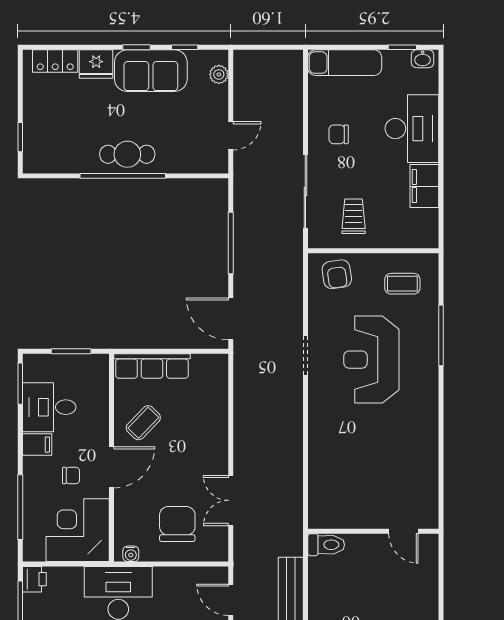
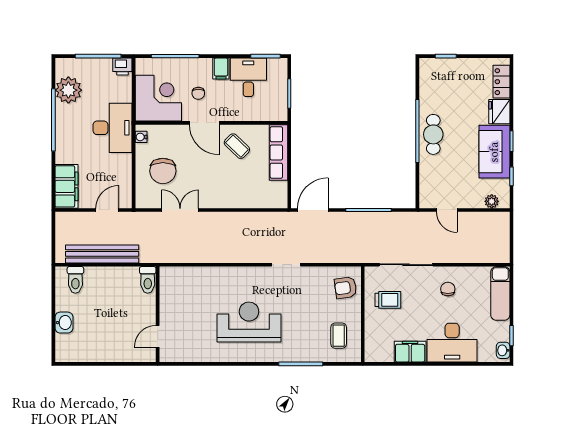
reception desk: (371, 360) -> (249, 322), moved
chair: (177, 524) -> (163, 171), turned 90

